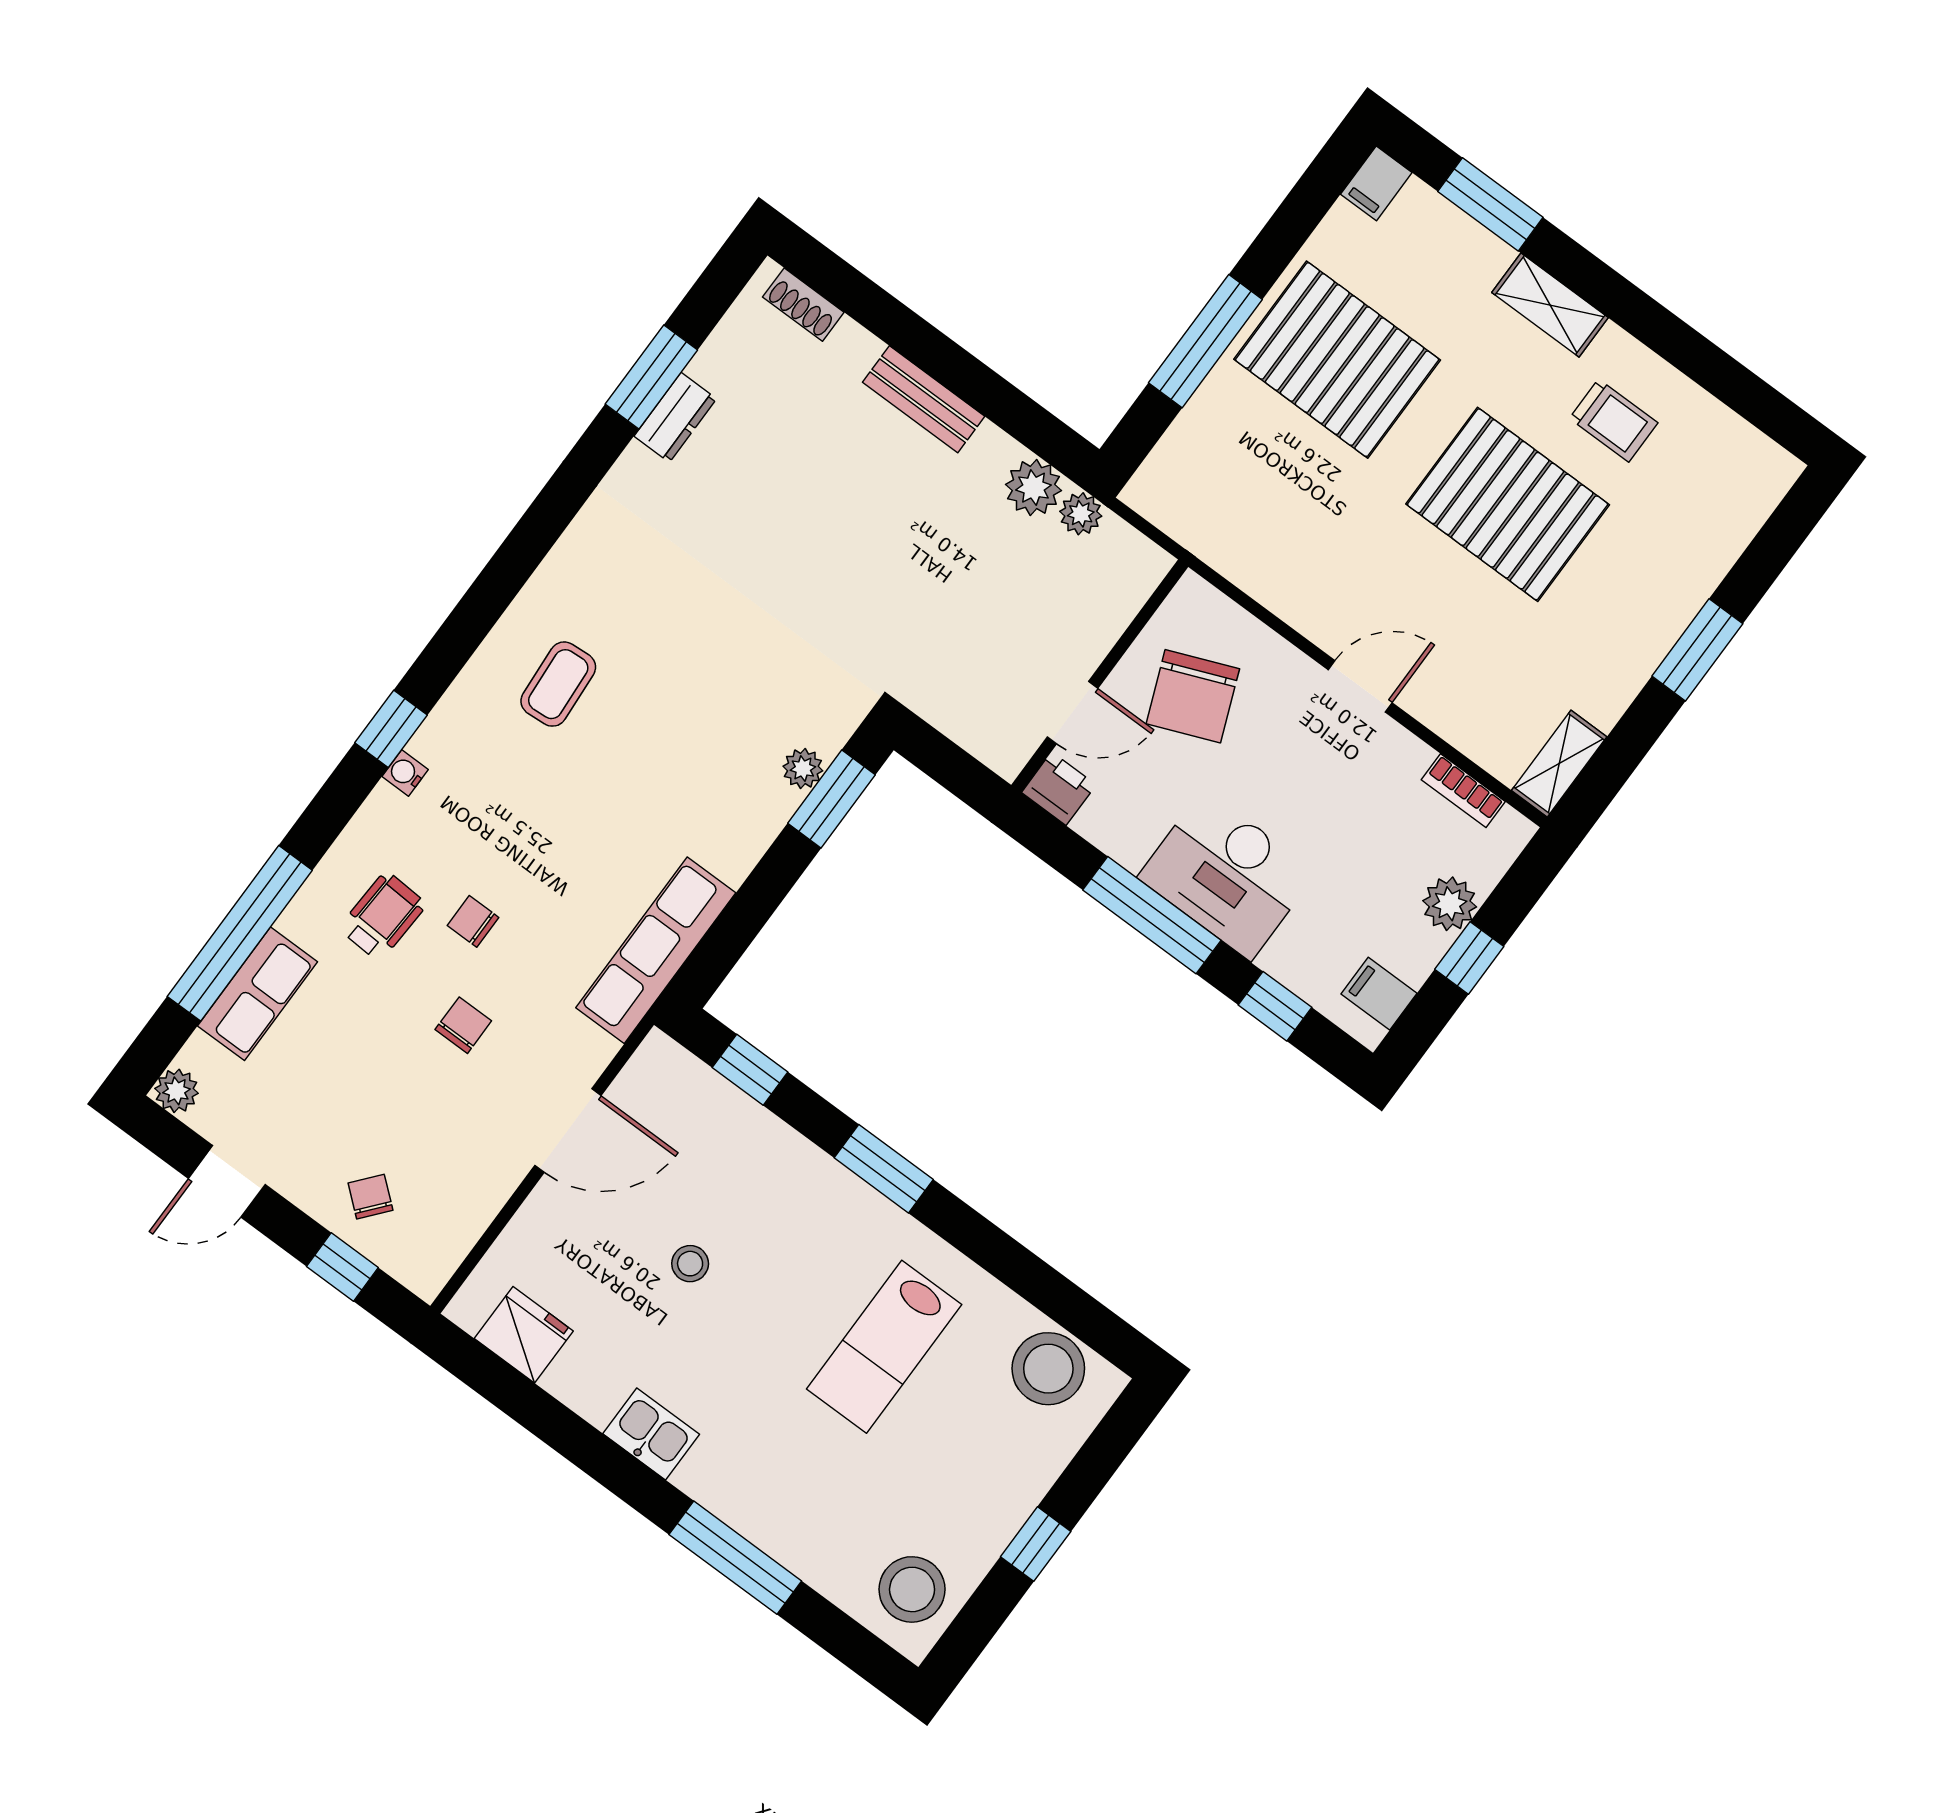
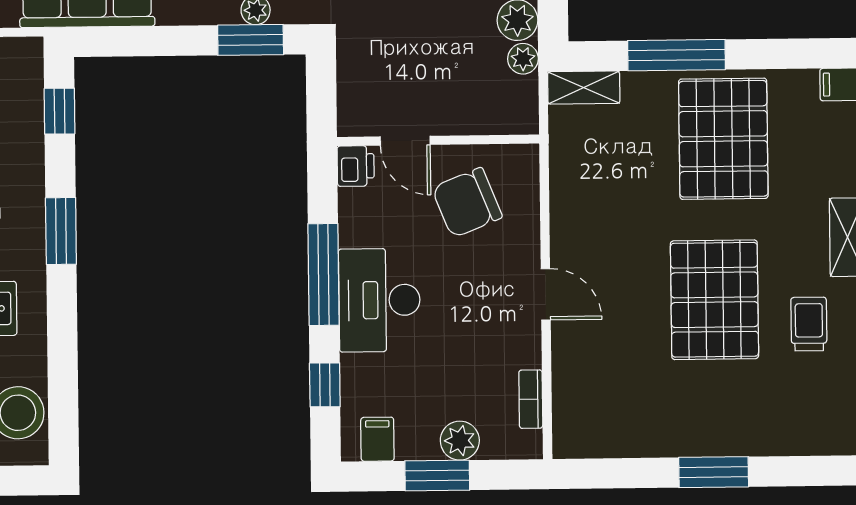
trolley: (1614, 420) -> (809, 324), turned 180
shelving: (1559, 764) -> (584, 88), moved
window: (1469, 958) -> (437, 475), width x1.50

